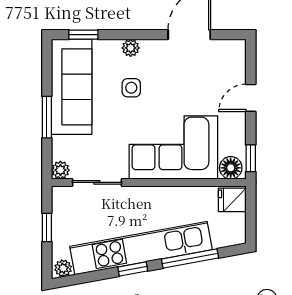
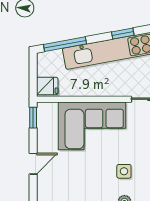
floor lamp: (231, 168) -> (48, 110), removed
window: (190, 258) -> (65, 44), moved

